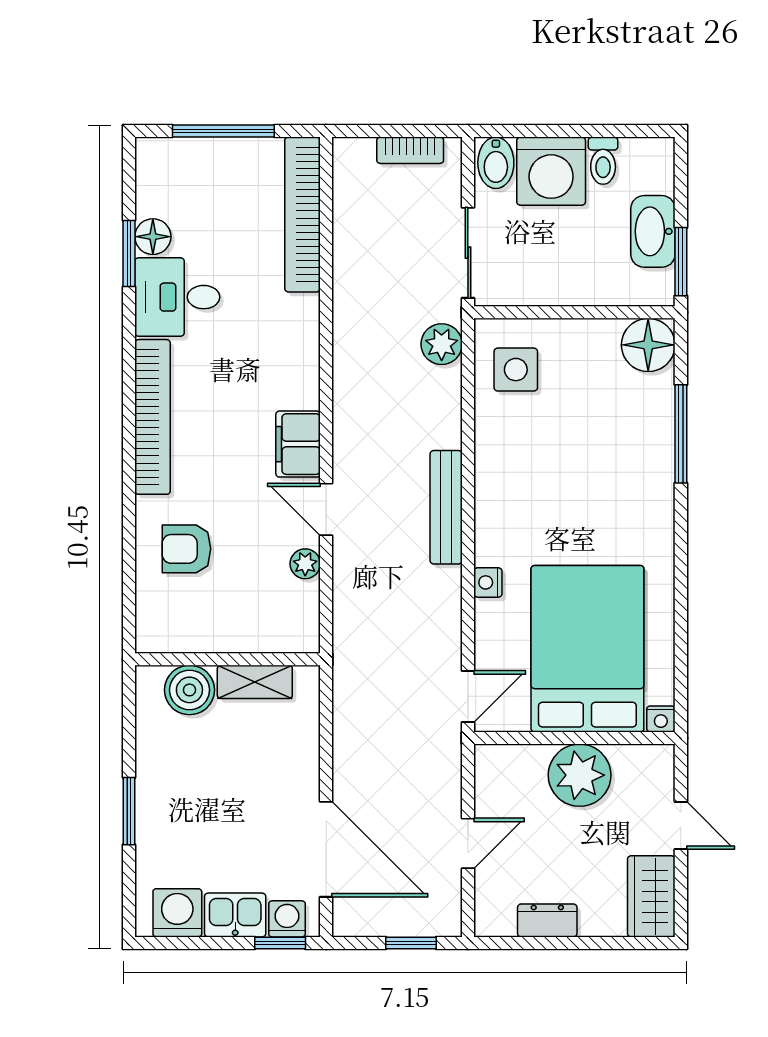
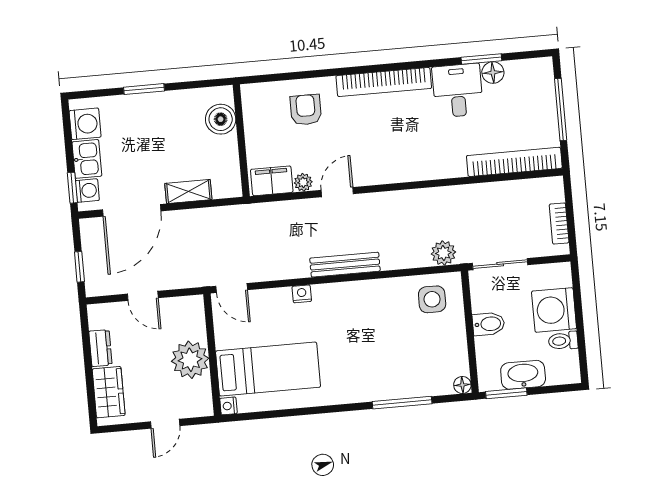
bidet: (496, 163) -> (489, 324), moved, turned 180
floor lamp: (648, 345) -> (462, 385), width x0.53, depth x0.53
filing cabinet: (298, 444) -> (272, 181), moved
bed: (587, 649) -> (268, 369), width x0.67
shelving: (255, 682) -> (188, 191), moved, turned 90
wardrobe: (651, 896) -> (109, 392), moved, turned 90

